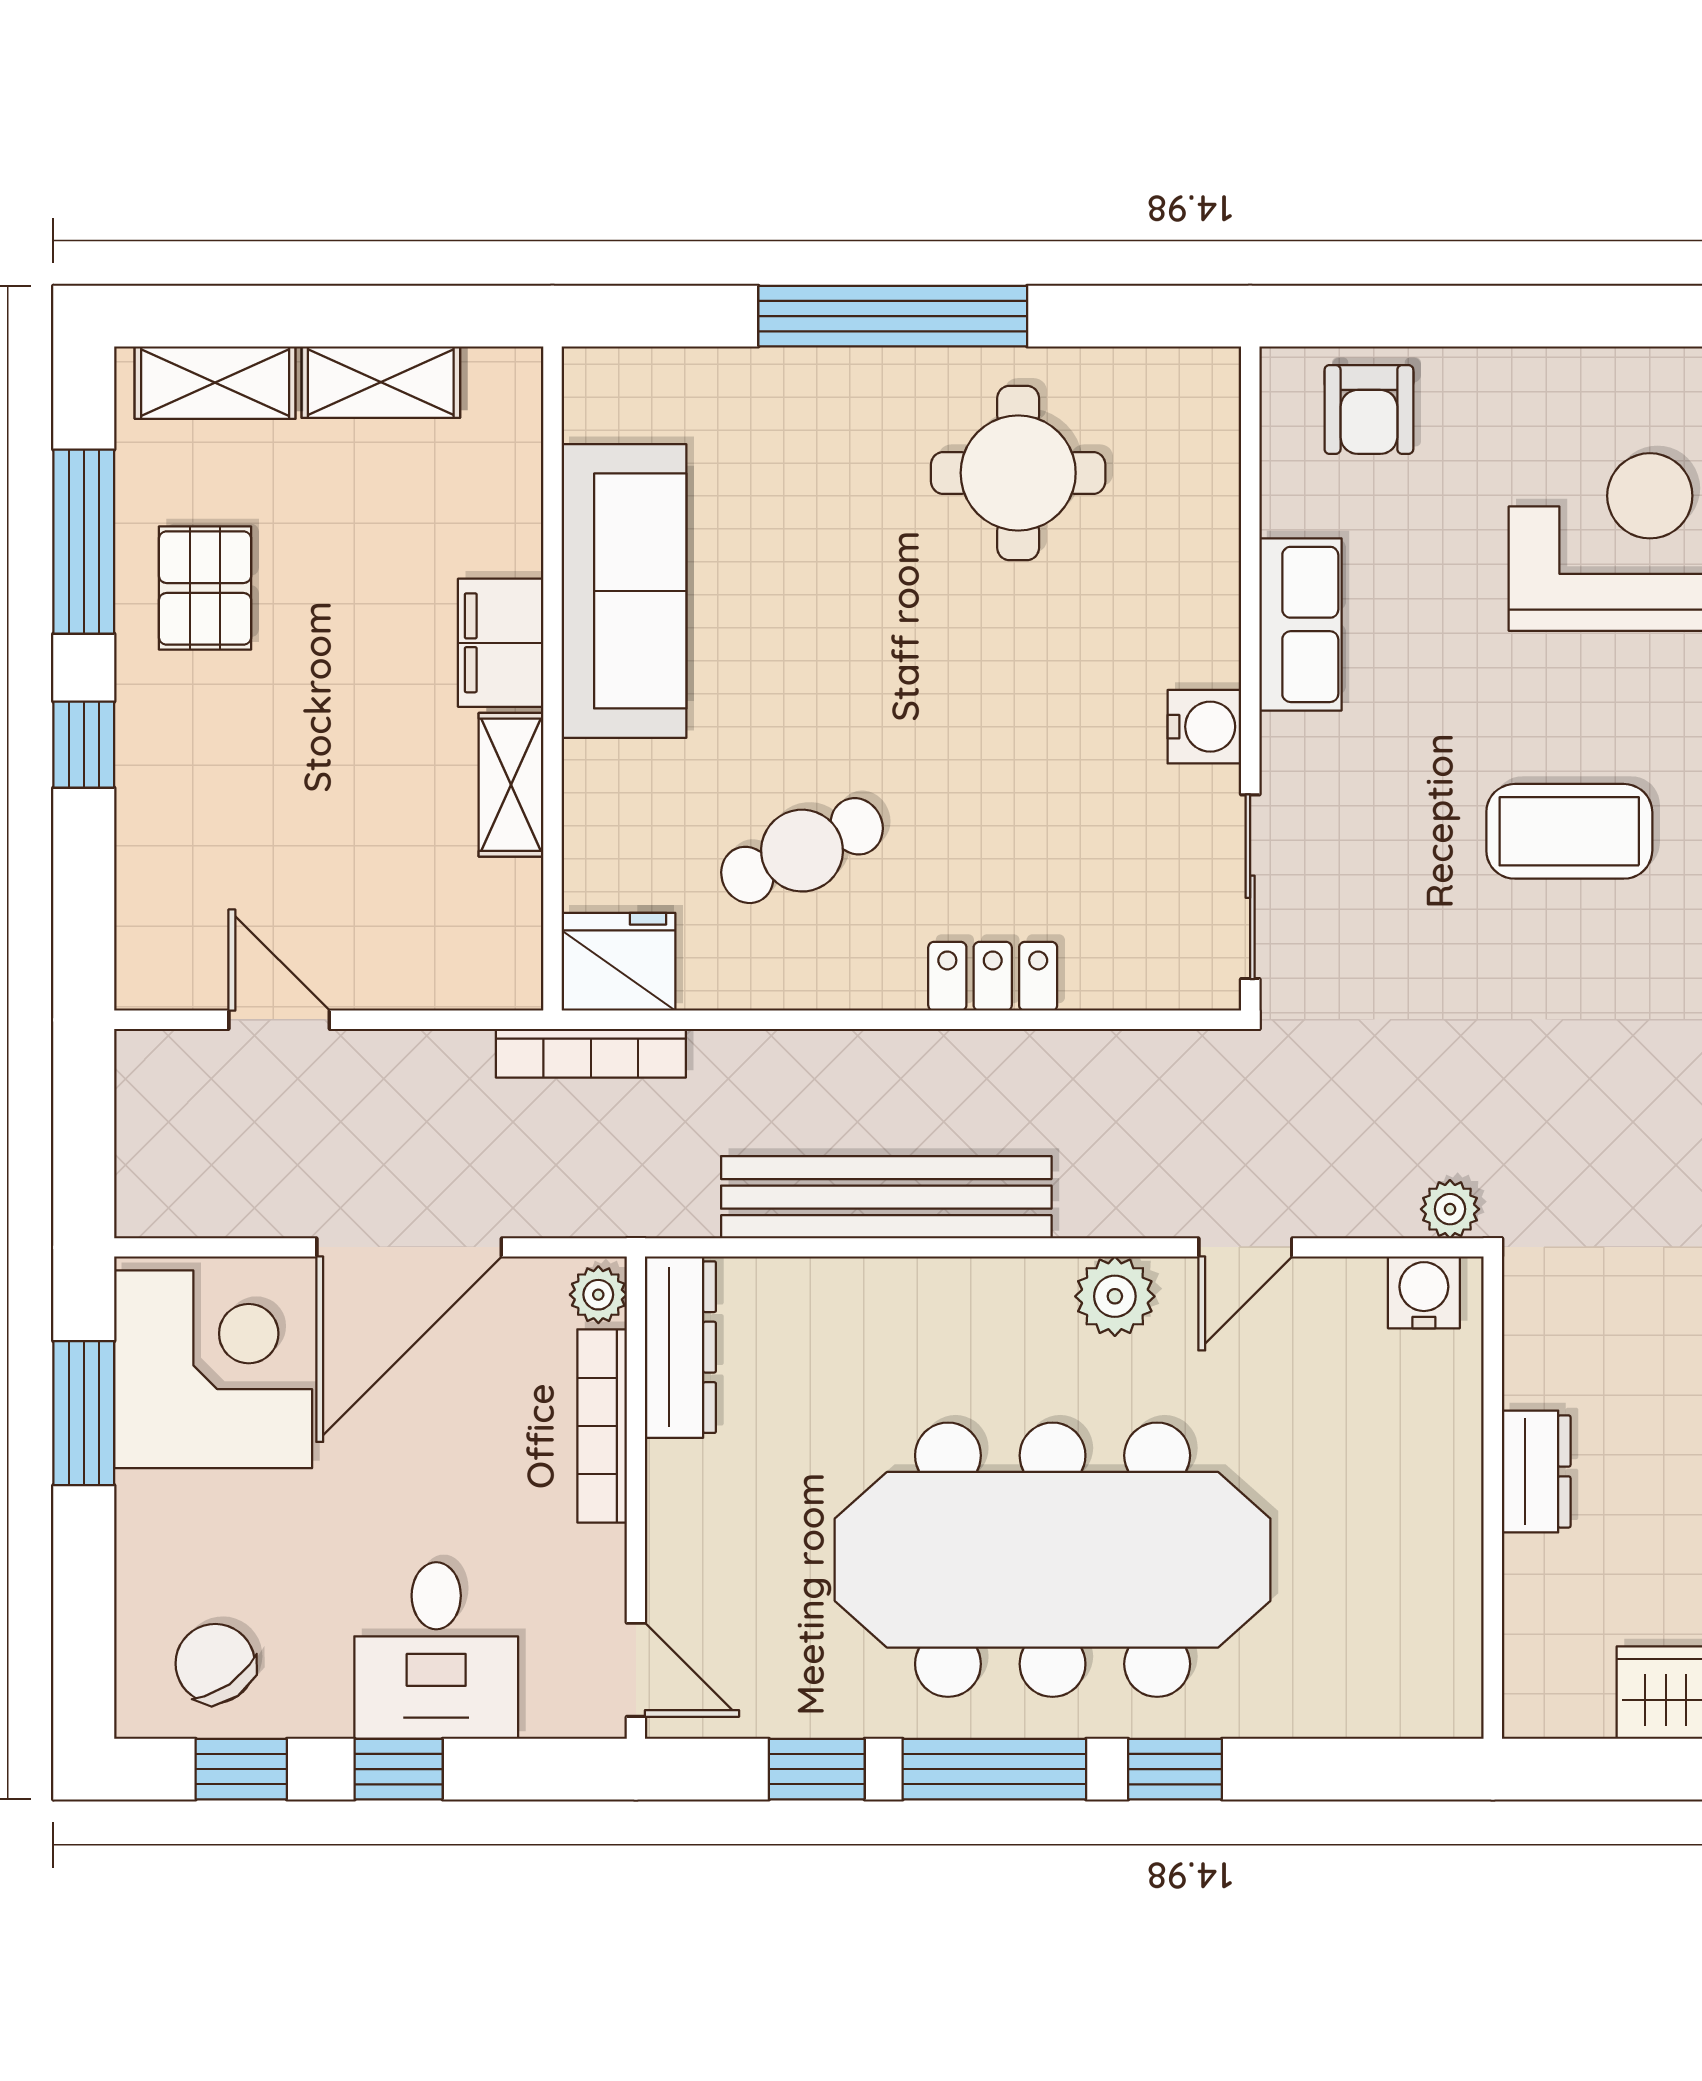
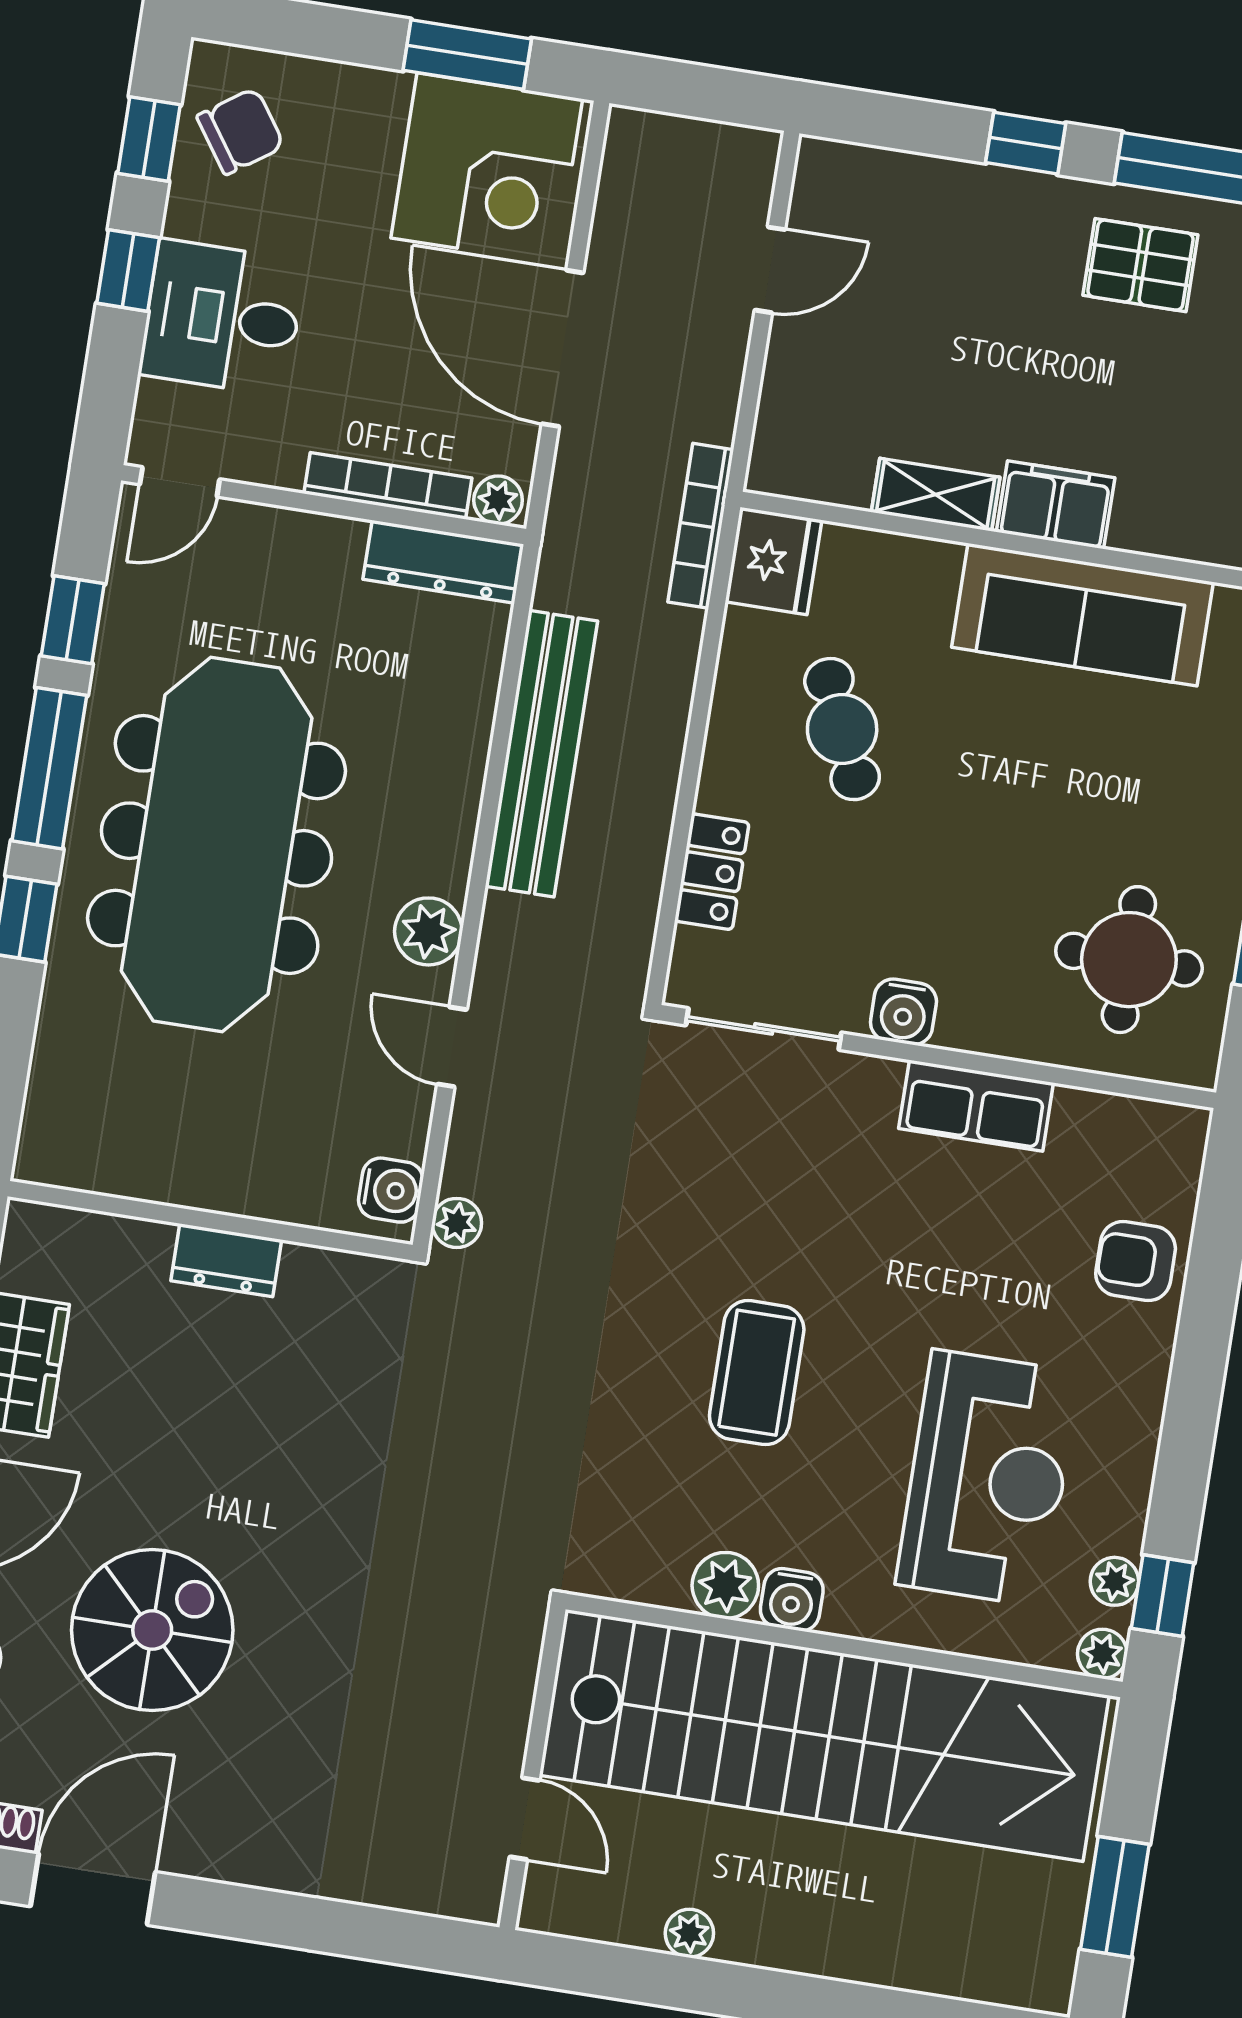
row of seats: (1300, 624) -> (976, 1106), moved
wall: (1250, 679) -> (938, 1056), moved
water cooler: (1204, 727) -> (903, 1012), moved
sliding door: (1250, 887) -> (764, 1029), moved

